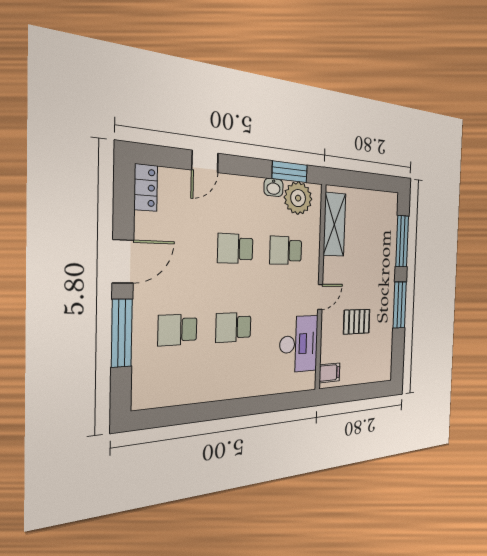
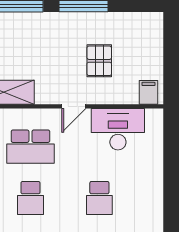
school desk: (286, 250) -> (30, 147), width x1.85
door: (320, 297) -> (74, 106), swing flipped

